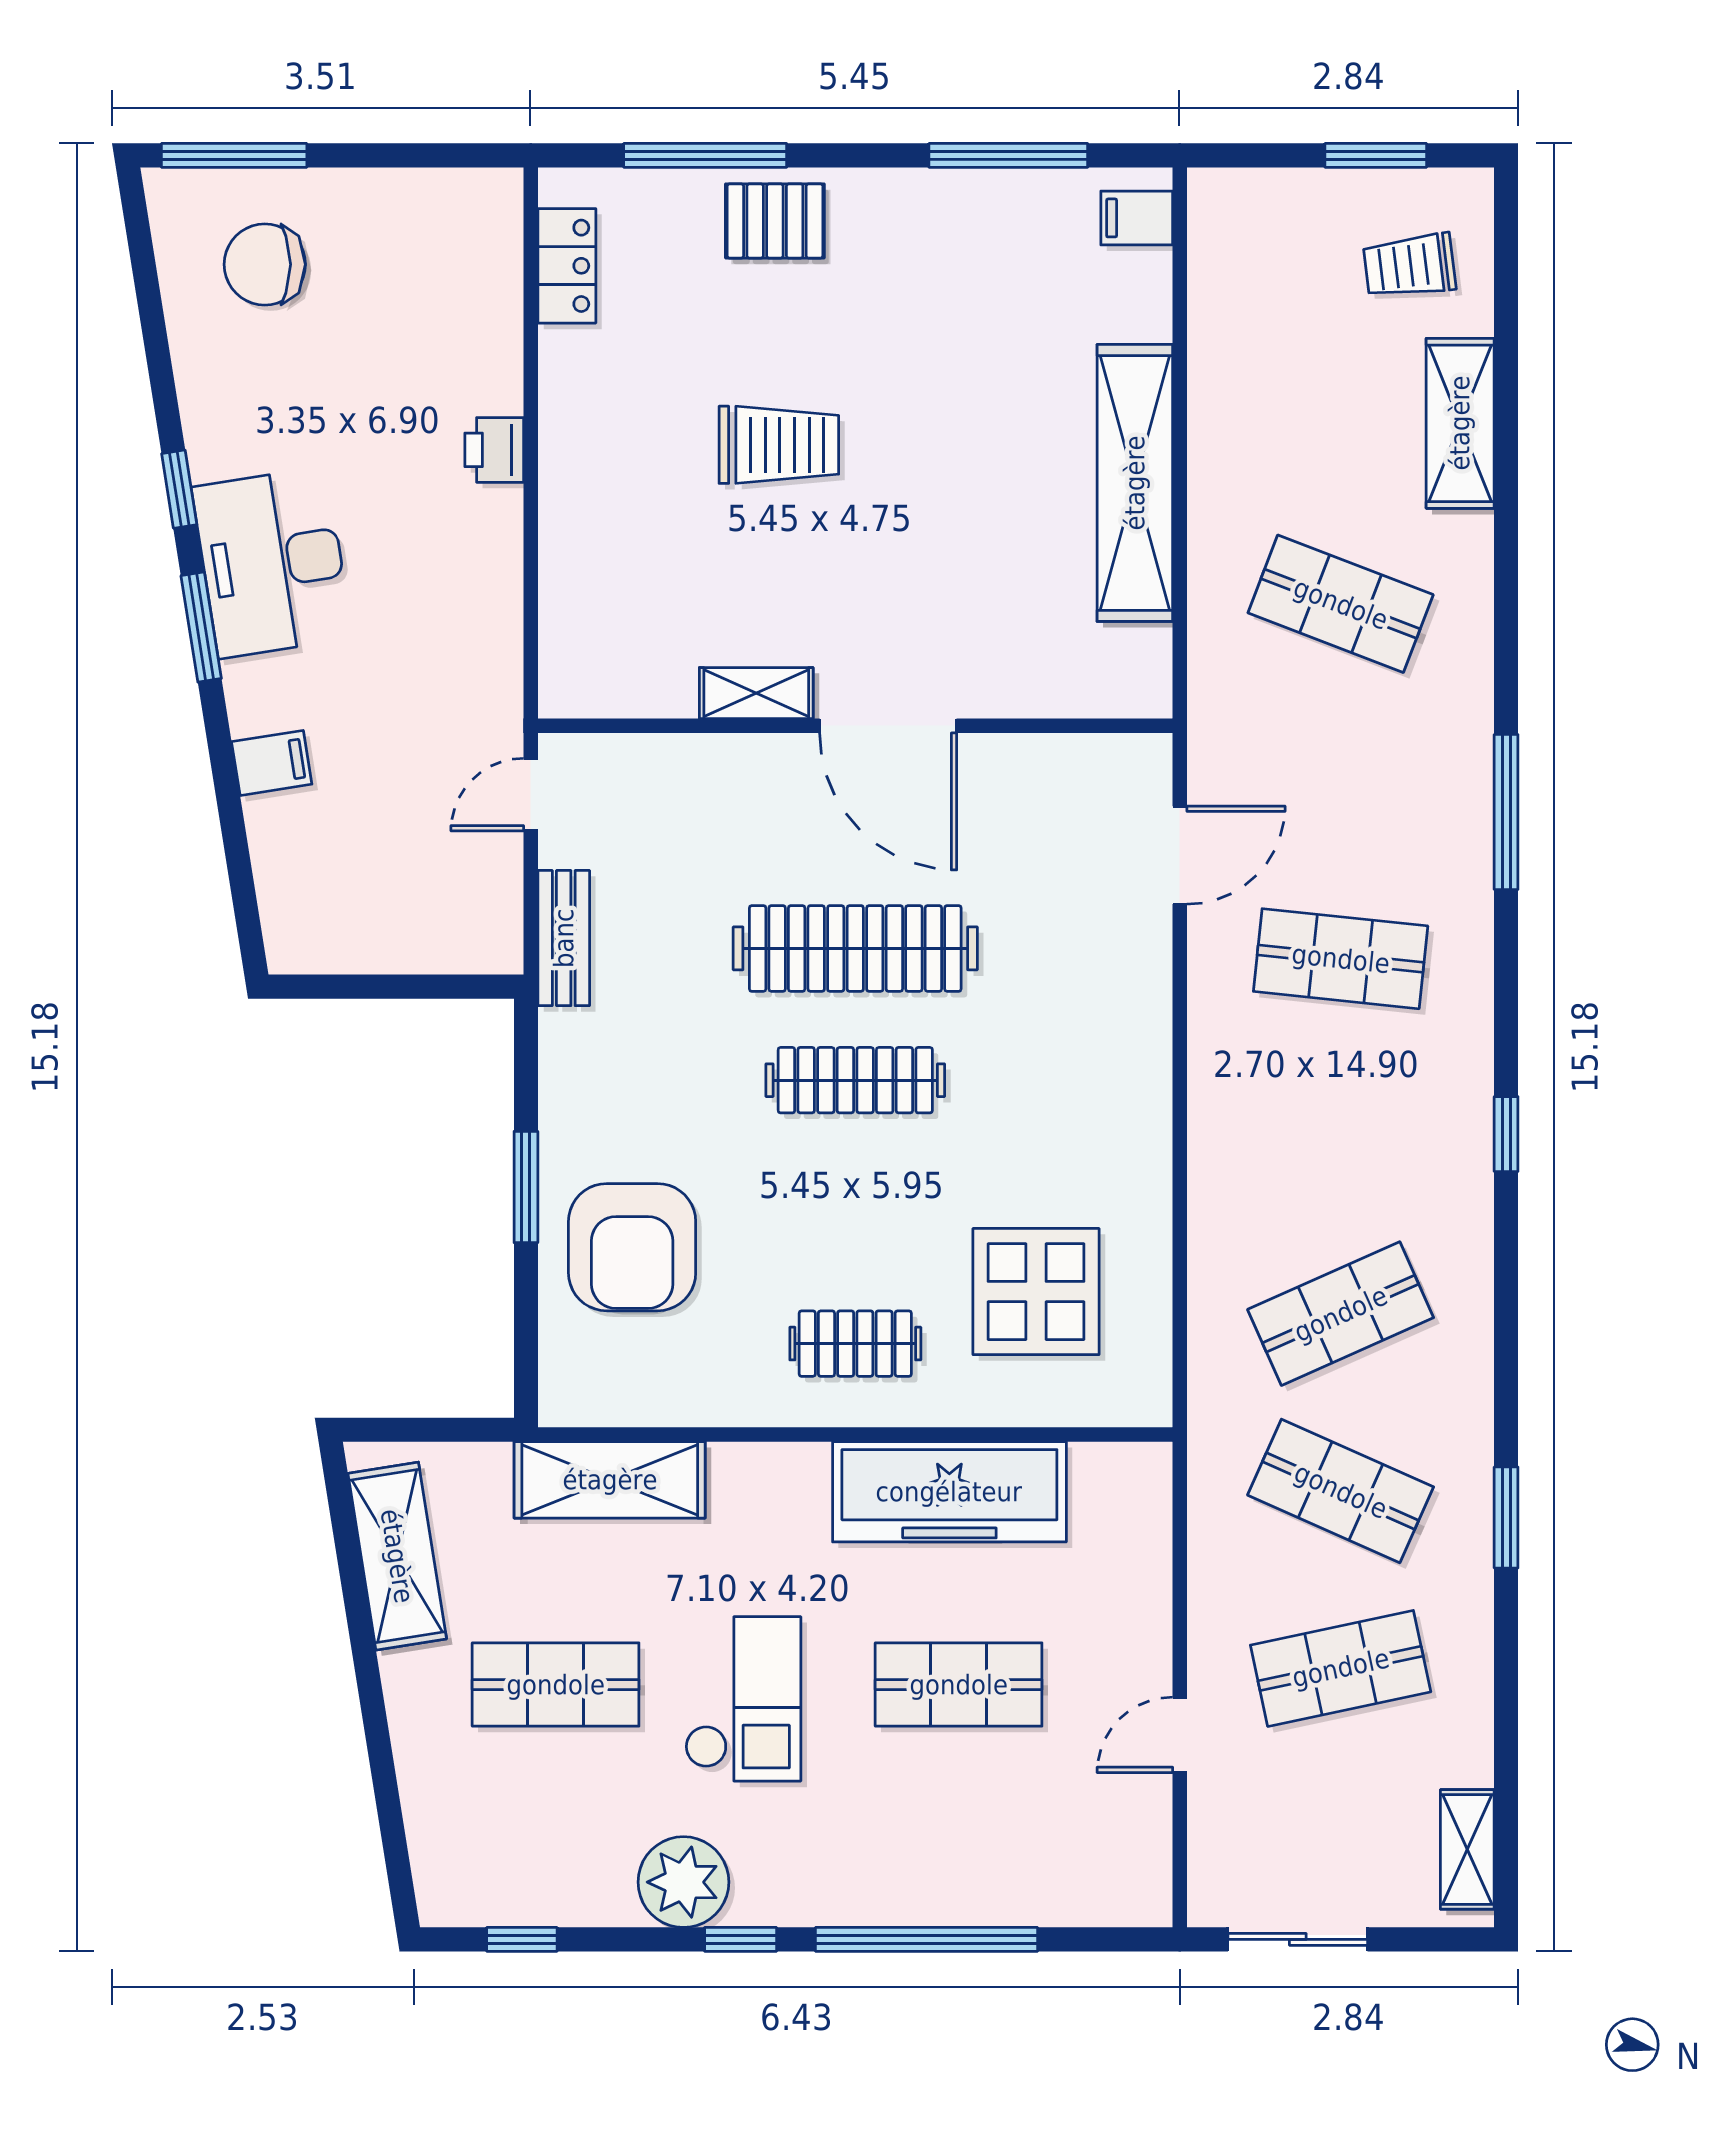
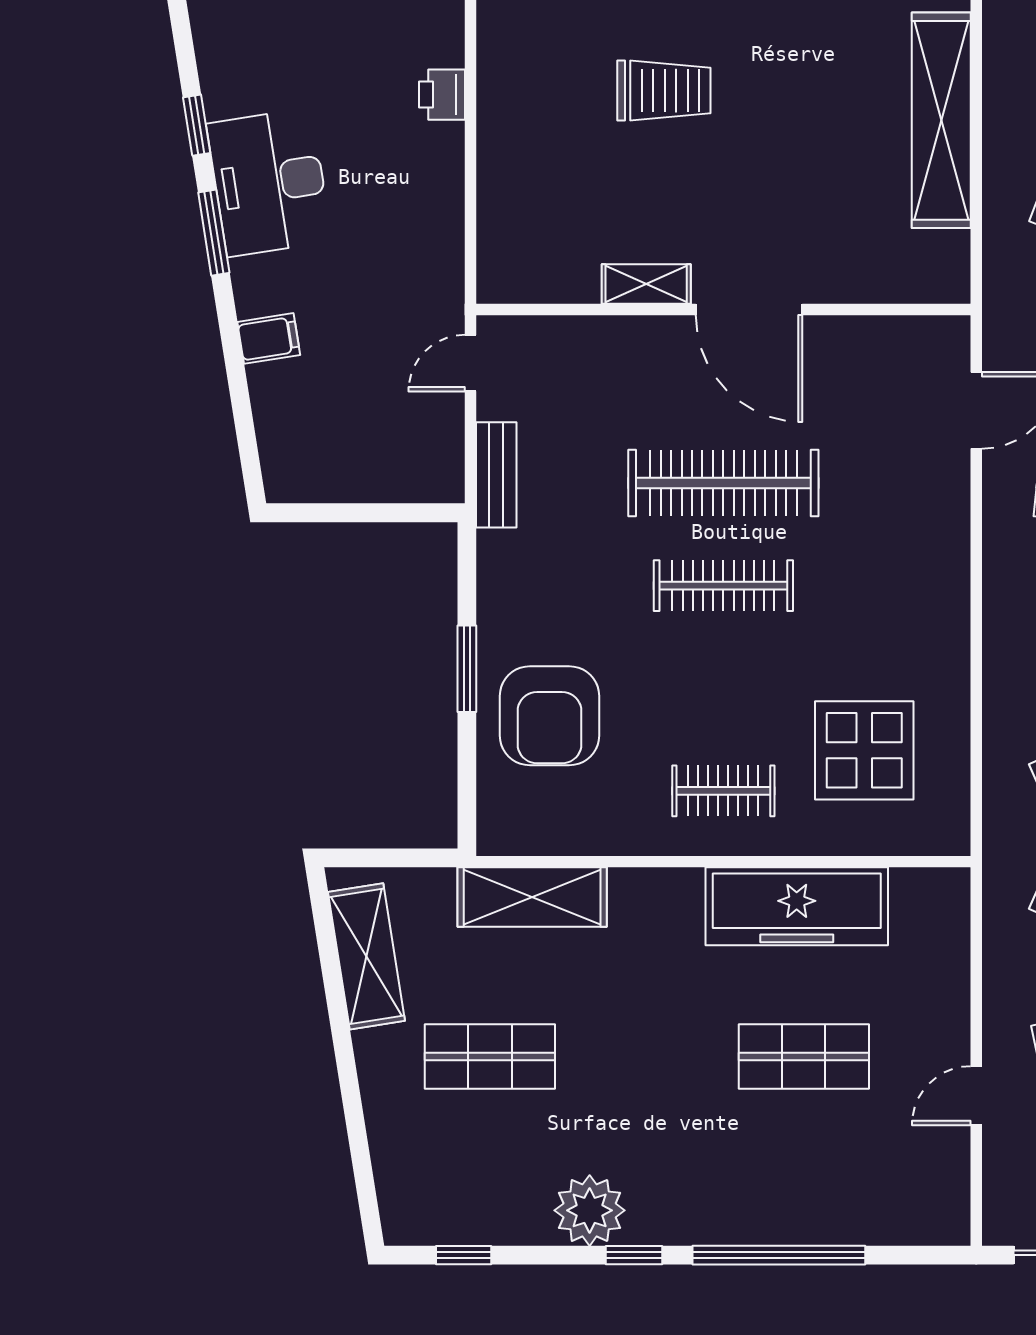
checkout: (743, 1699) -> (636, 1068), removed

